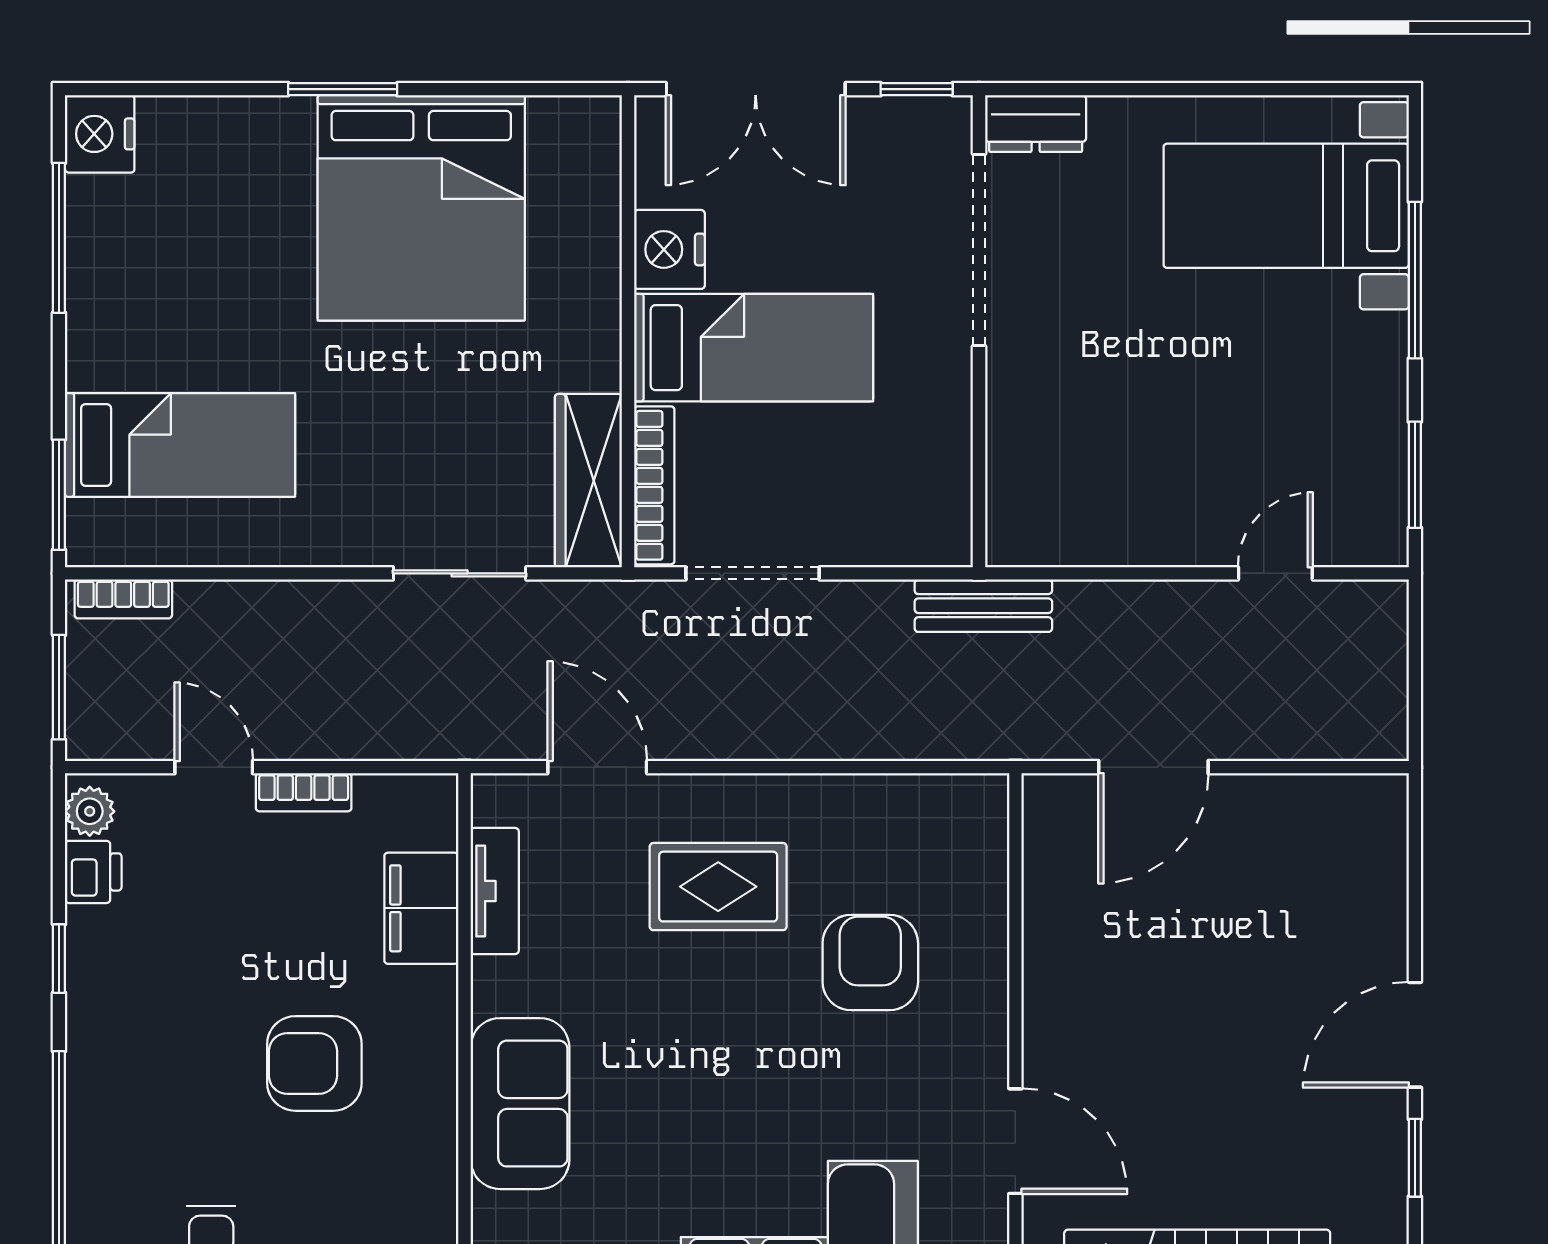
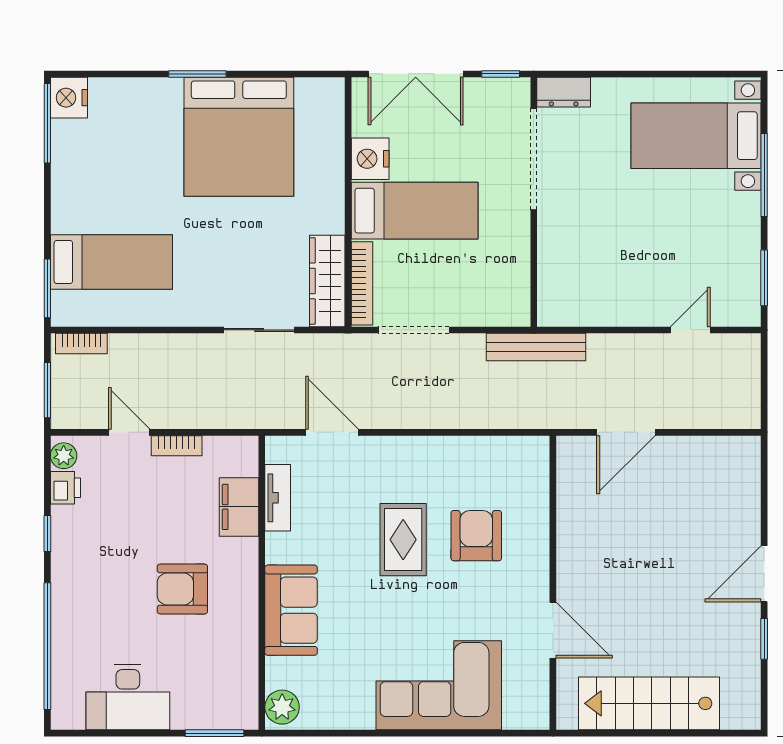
window: (59, 238) -> (47, 123), moved
bench: (983, 606) -> (536, 347), width x1.36
rug: (718, 887) -> (403, 540), moved, turned 90

